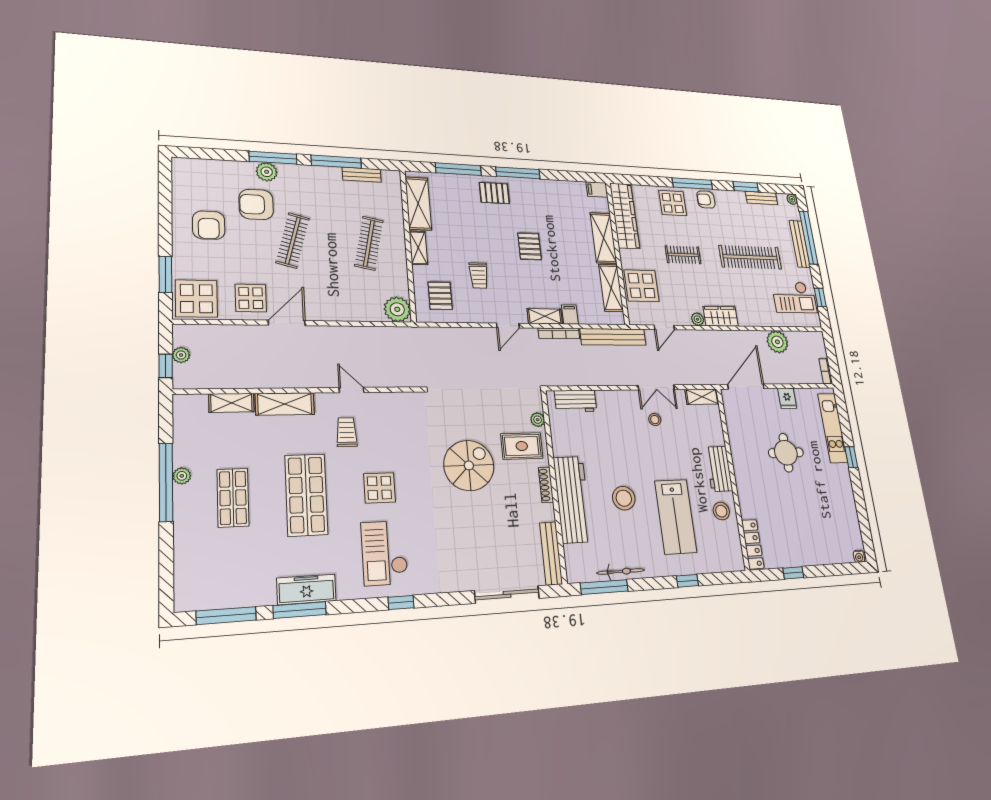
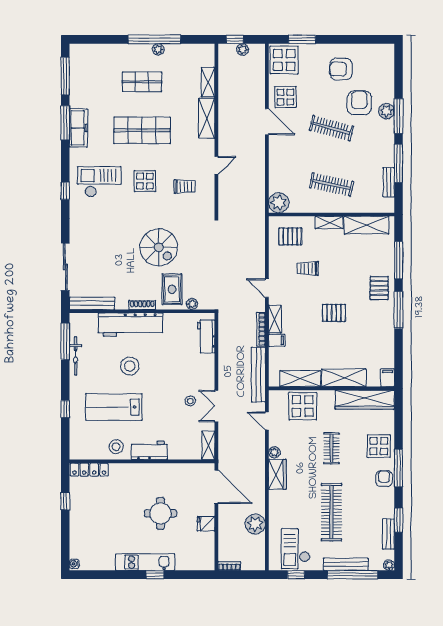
kitchen unit: (833, 428) -> (145, 562), moved
trolley: (347, 432) -> (185, 186), moved

